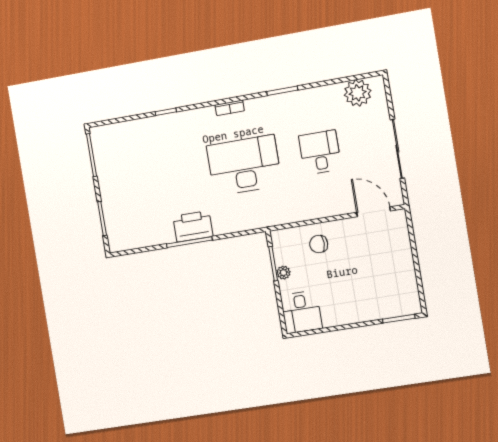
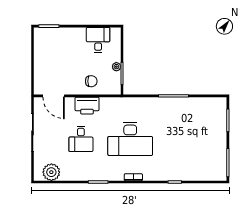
printer: (193, 226) -> (87, 106), moved
desk: (301, 312) -> (98, 40), moved

